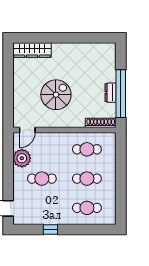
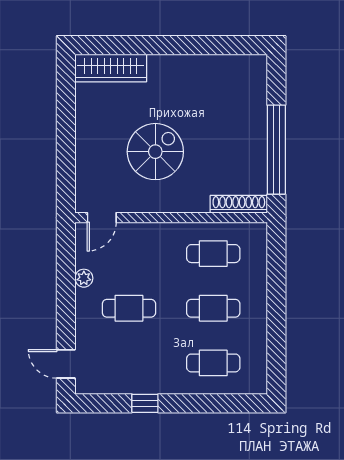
dresser: (110, 93) -> (257, 148), removed
plant: (22, 158) -> (84, 278), width x0.53, depth x0.53

